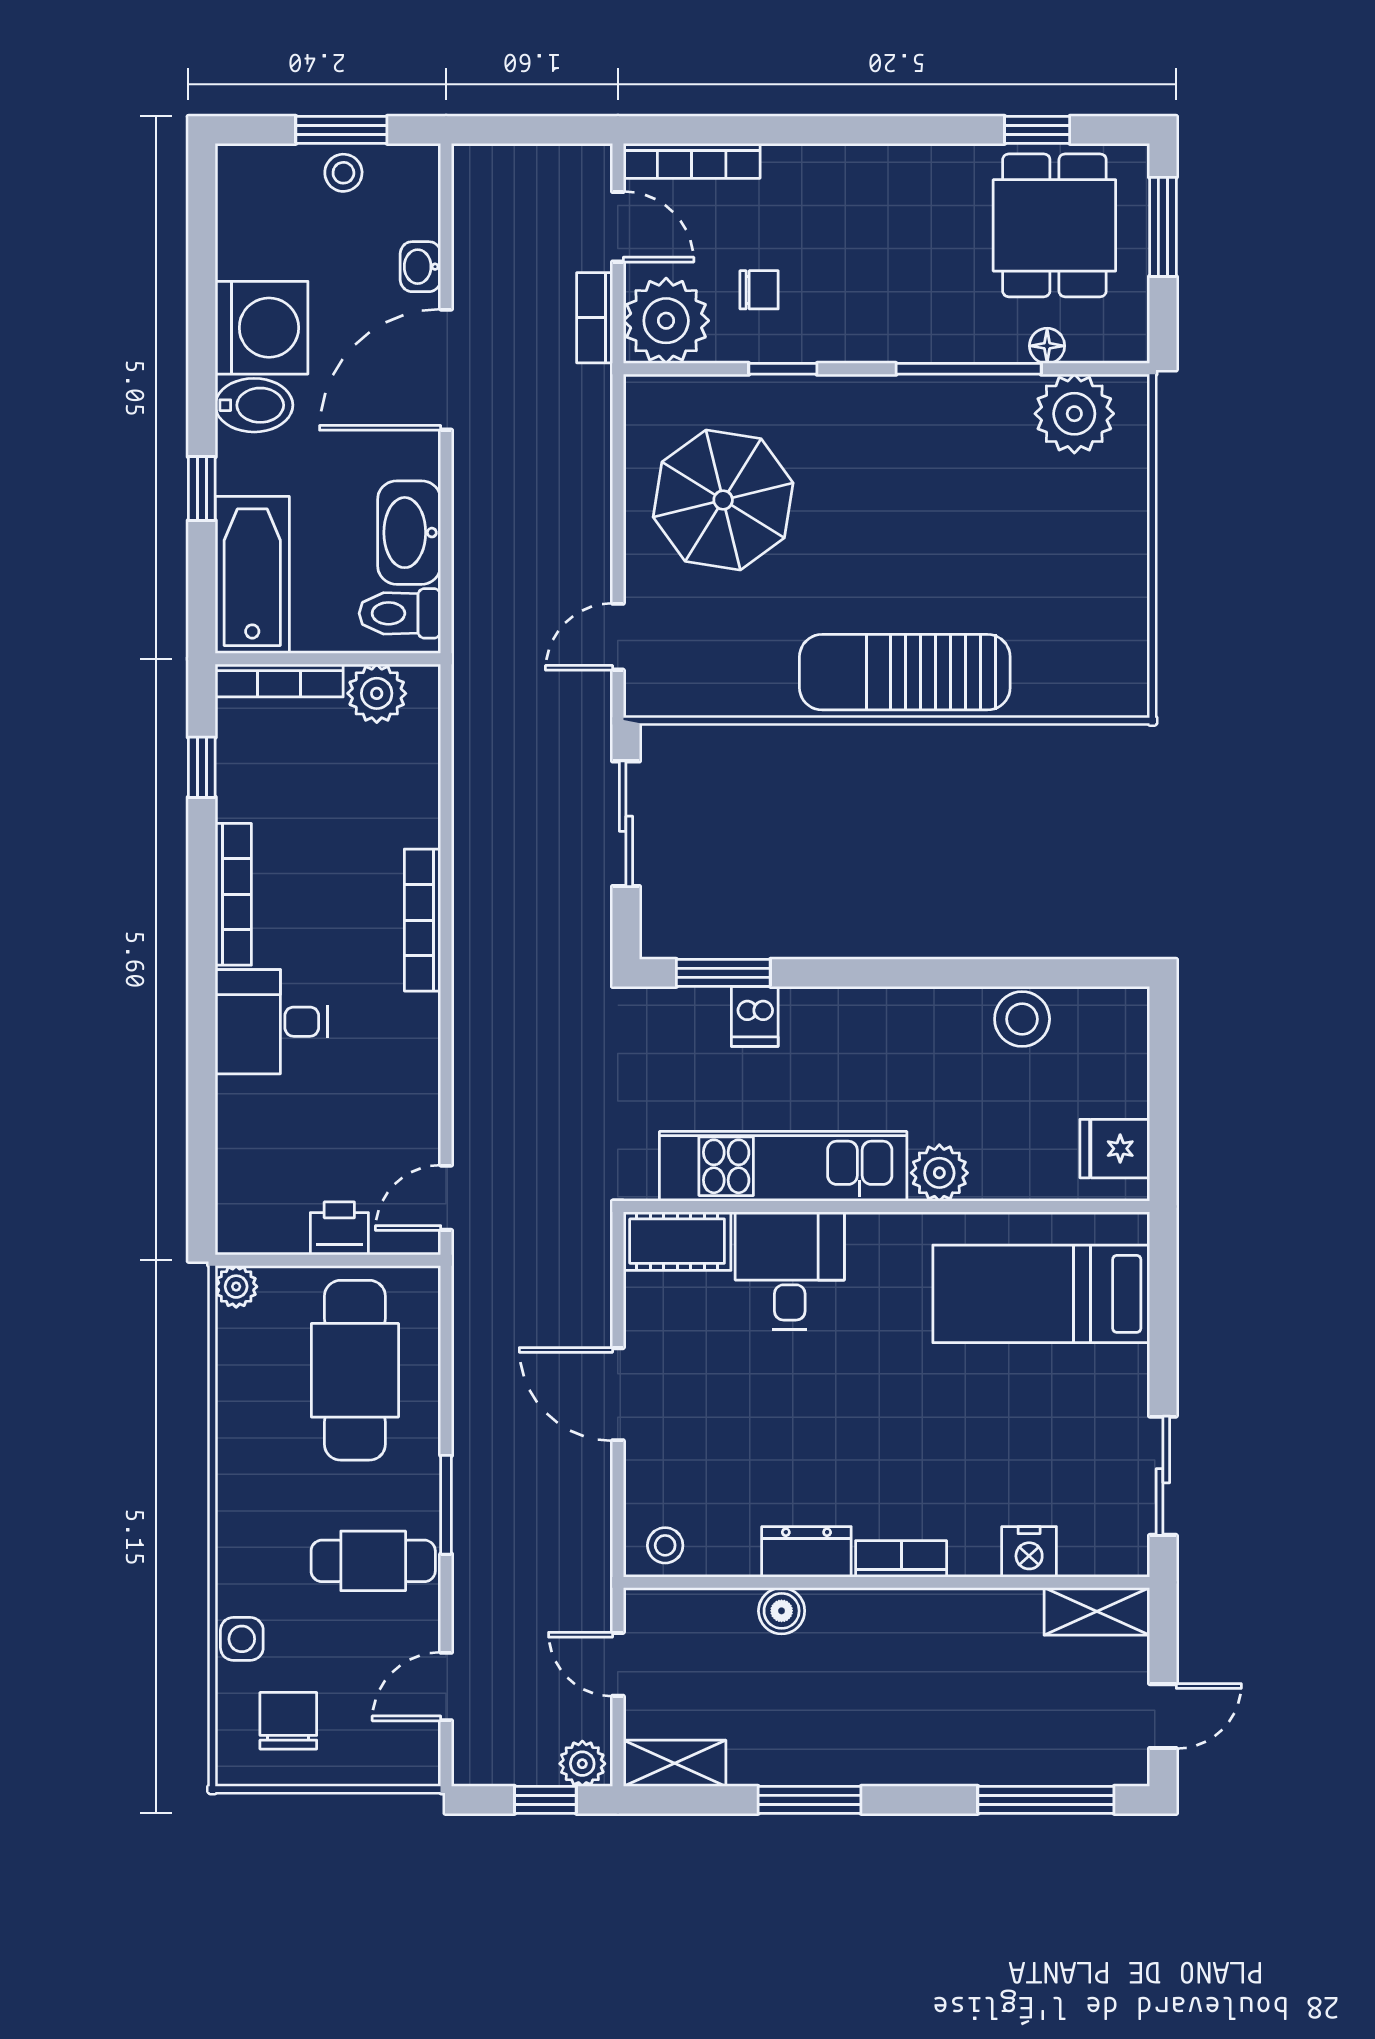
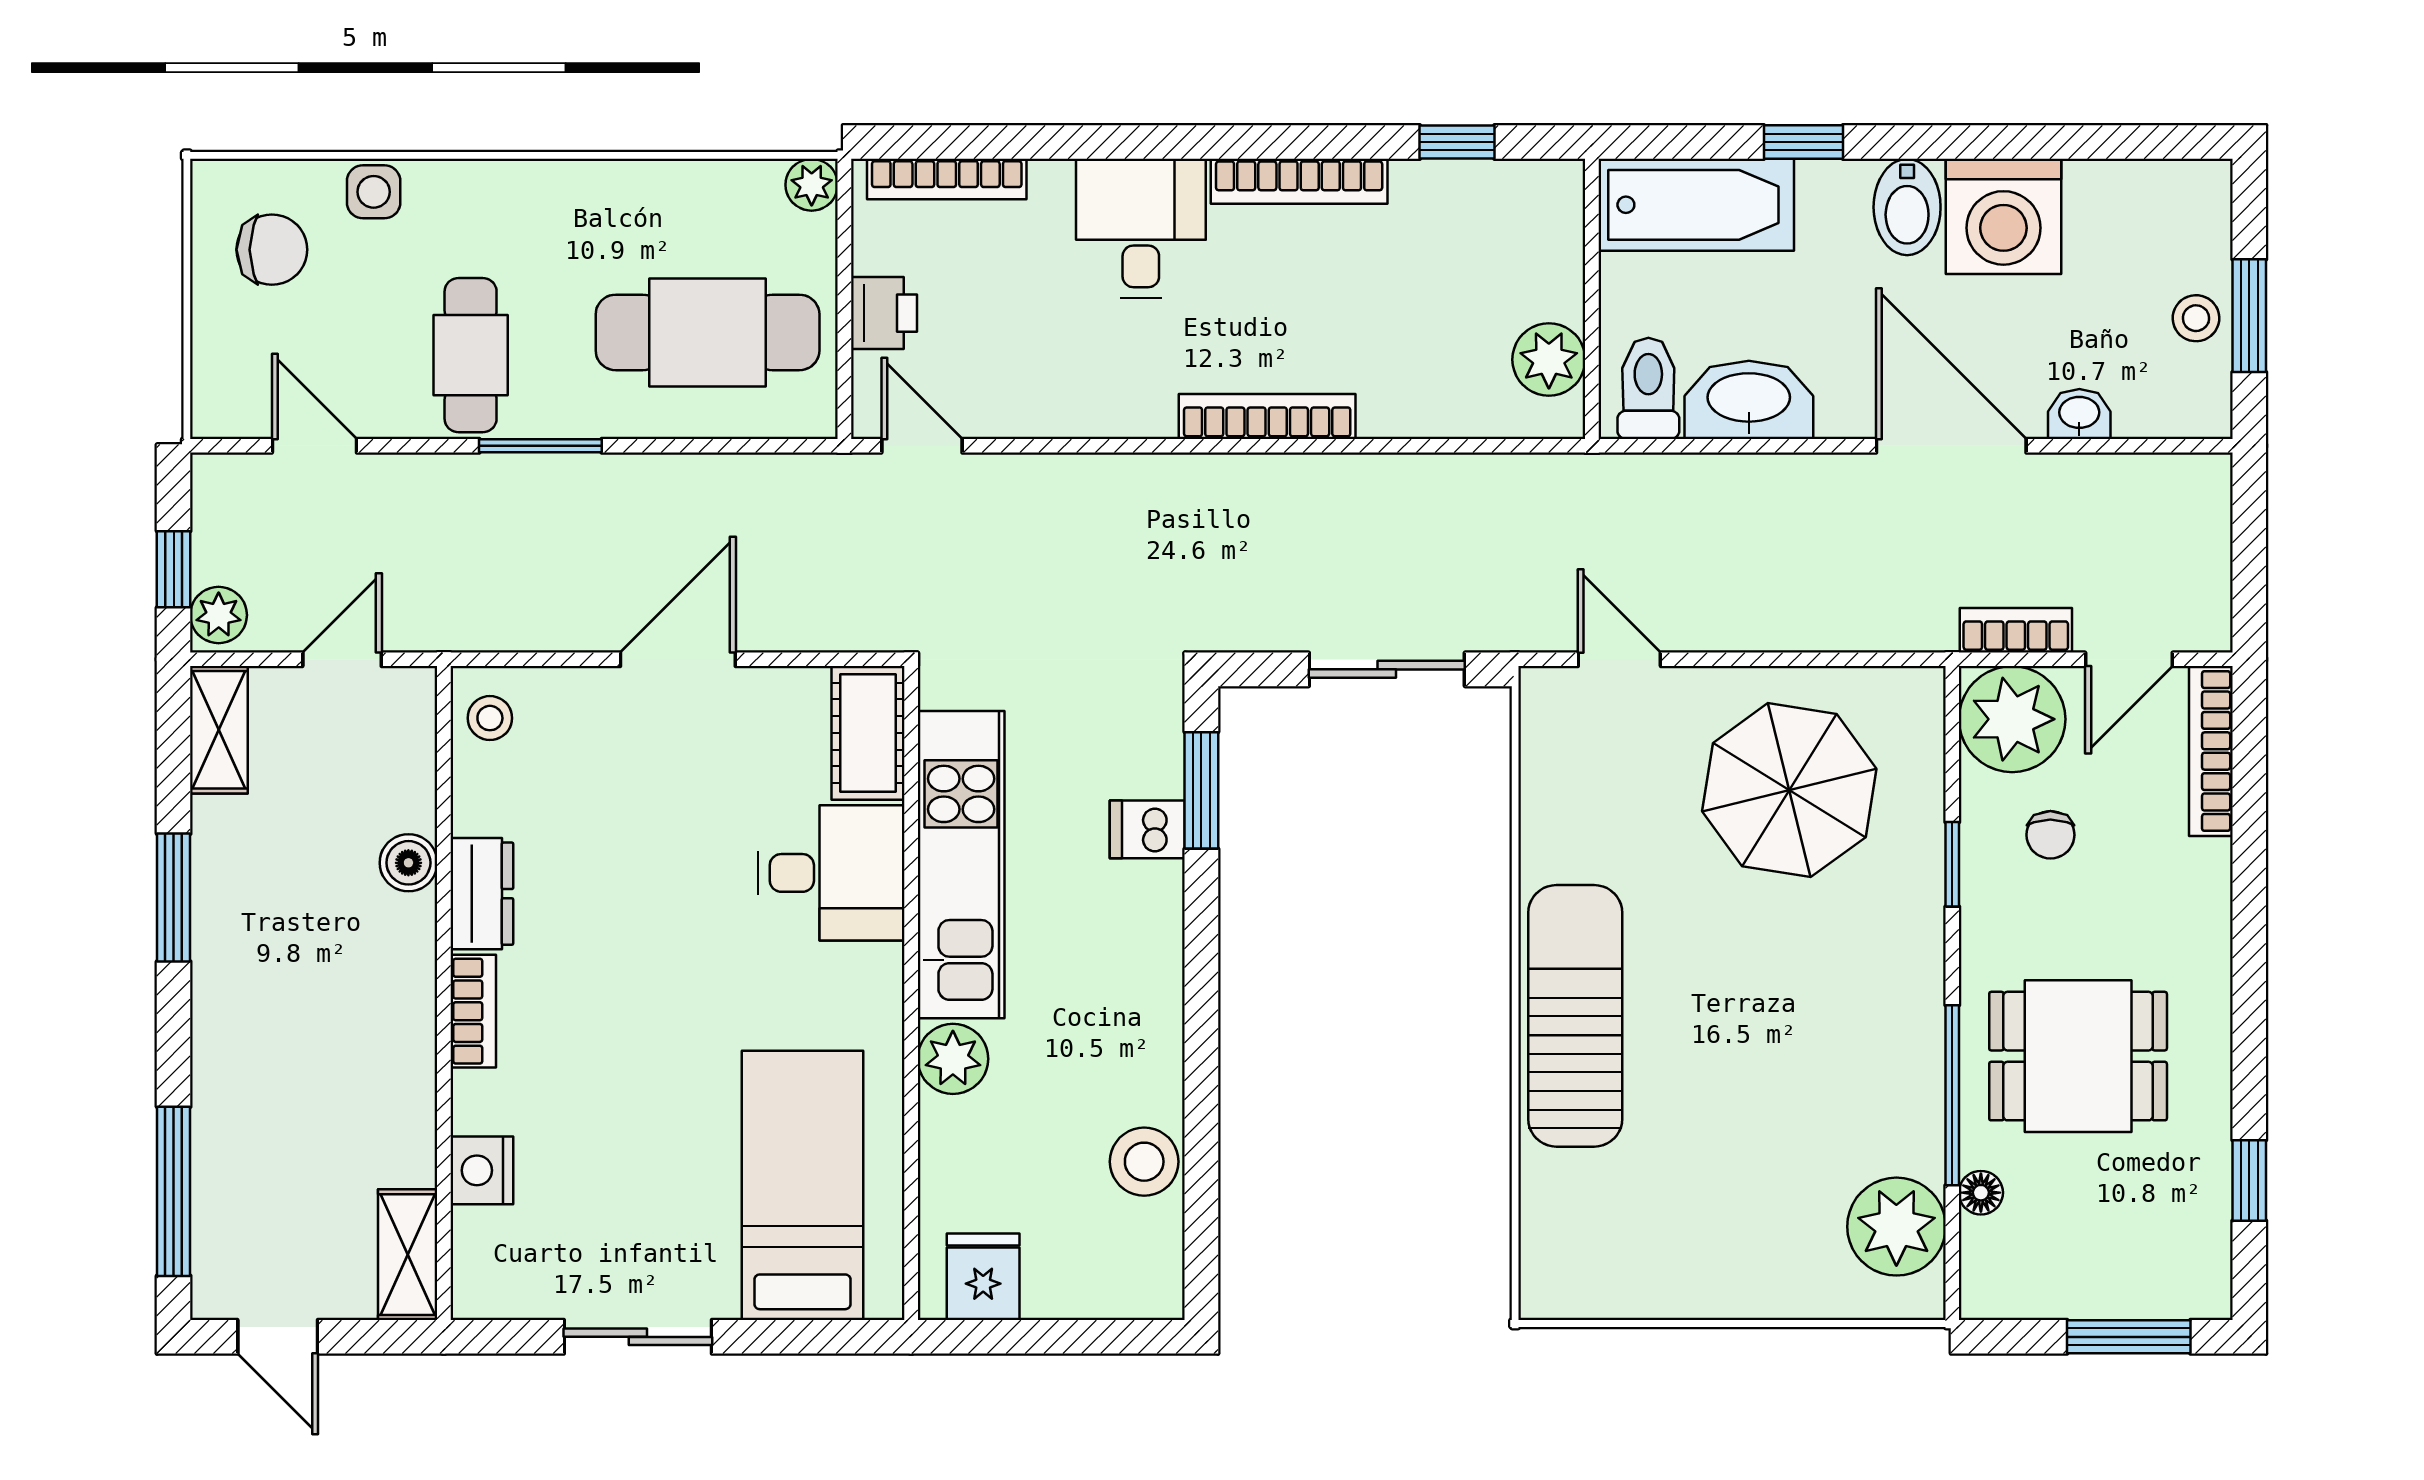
dining table: (1054, 225) -> (2078, 1056), moved
bookcase: (279, 681) -> (947, 179), moved, turned -90
sliding door: (1163, 1476) -> (638, 1337), moved

